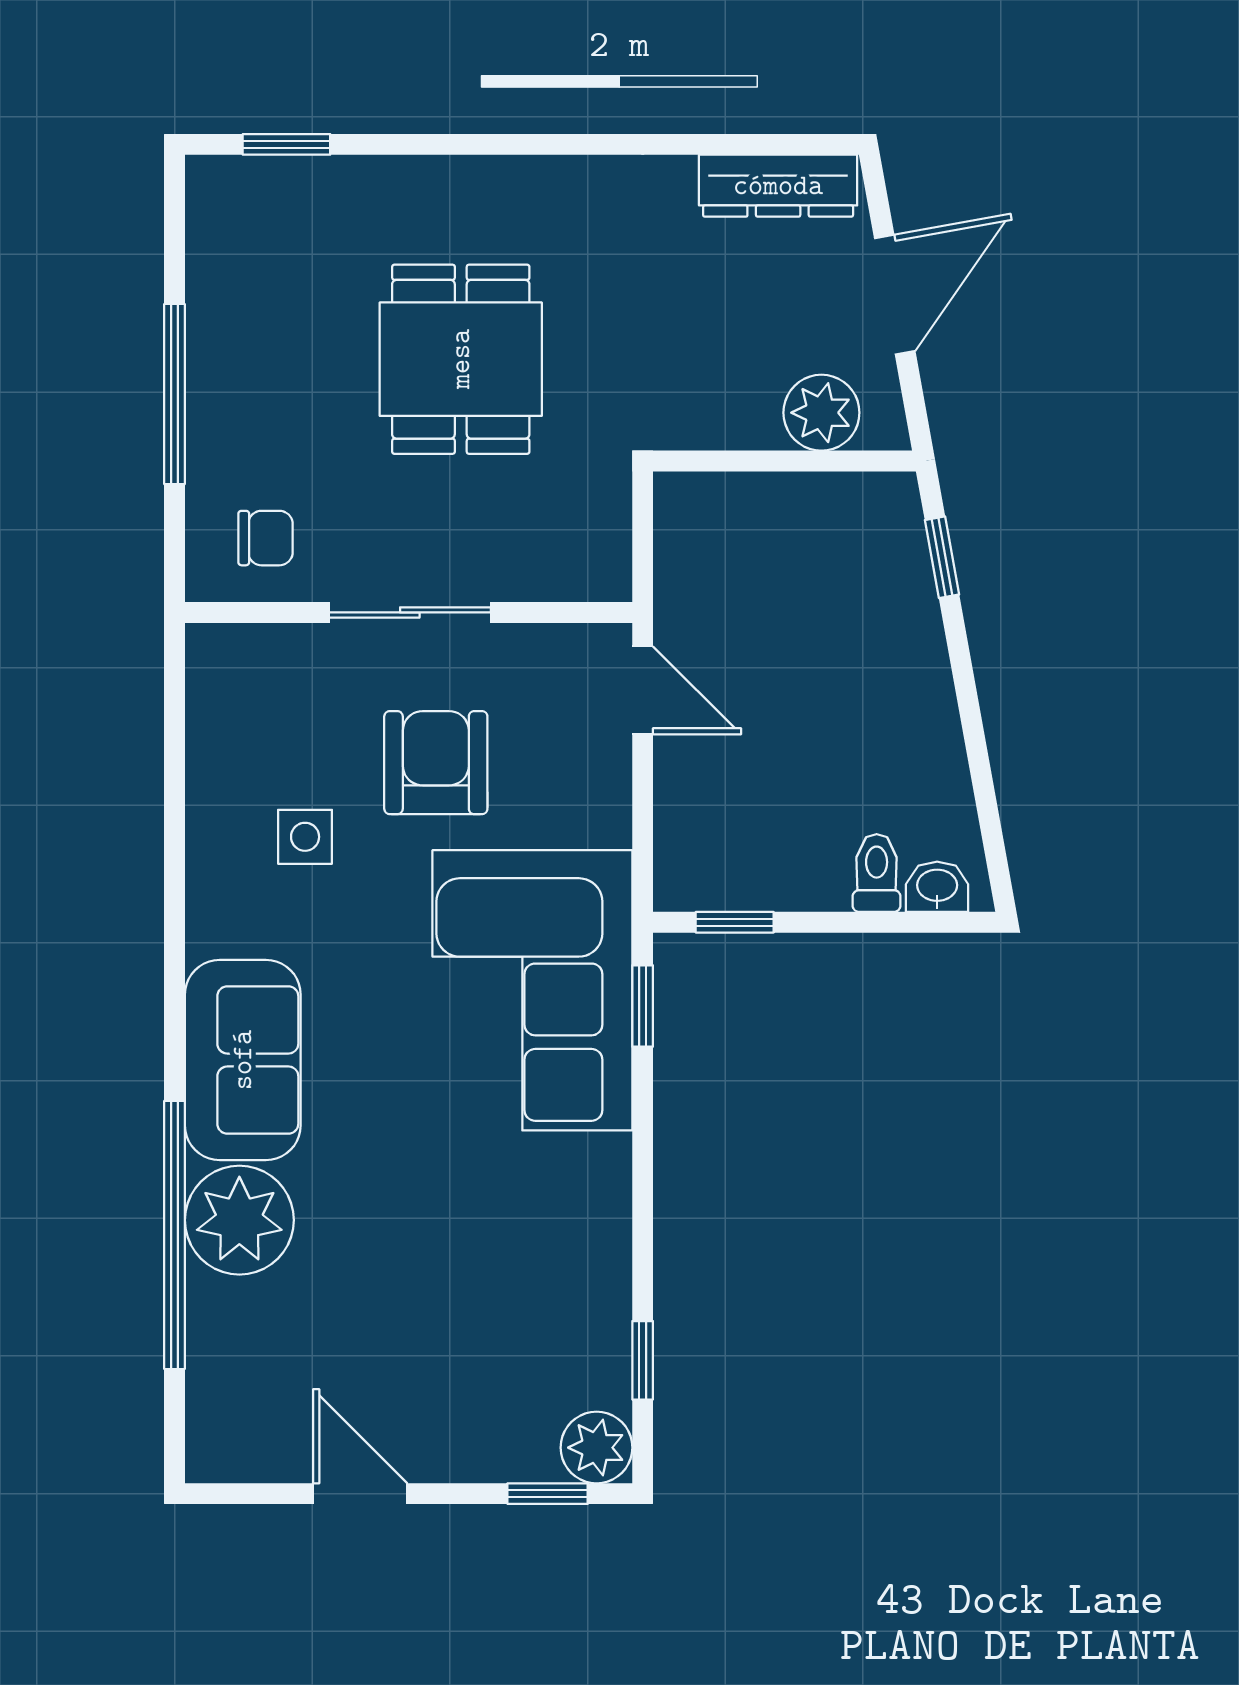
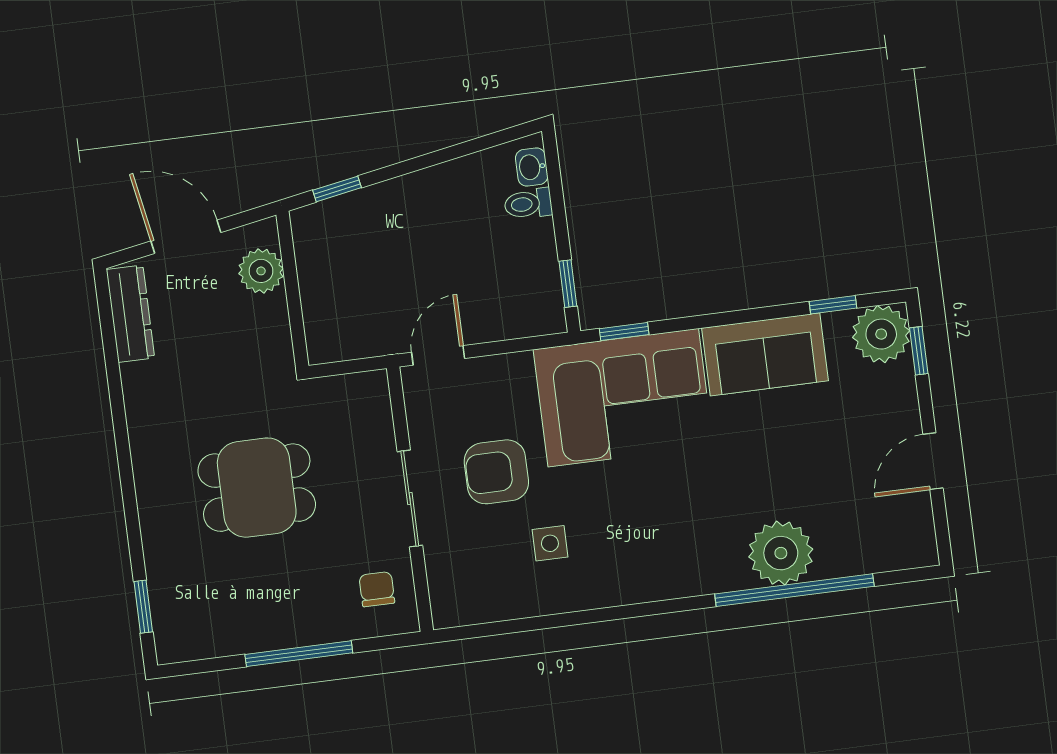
sofa: (243, 1060) -> (765, 354), moved, turned 180
plant: (597, 1448) -> (881, 334), width x1.36, depth x1.36

